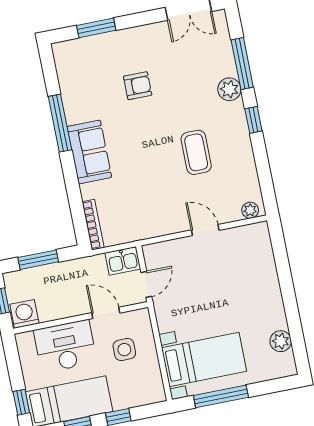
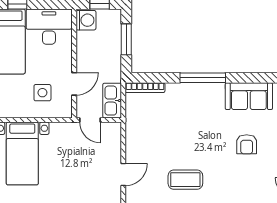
window: (60, 123) -> (203, 78), moved
sofa: (89, 152) -> (249, 96), moved
kitchen sink: (123, 261) -> (112, 101), width x1.38
desk: (65, 346) -> (49, 27), moved, turned -90

